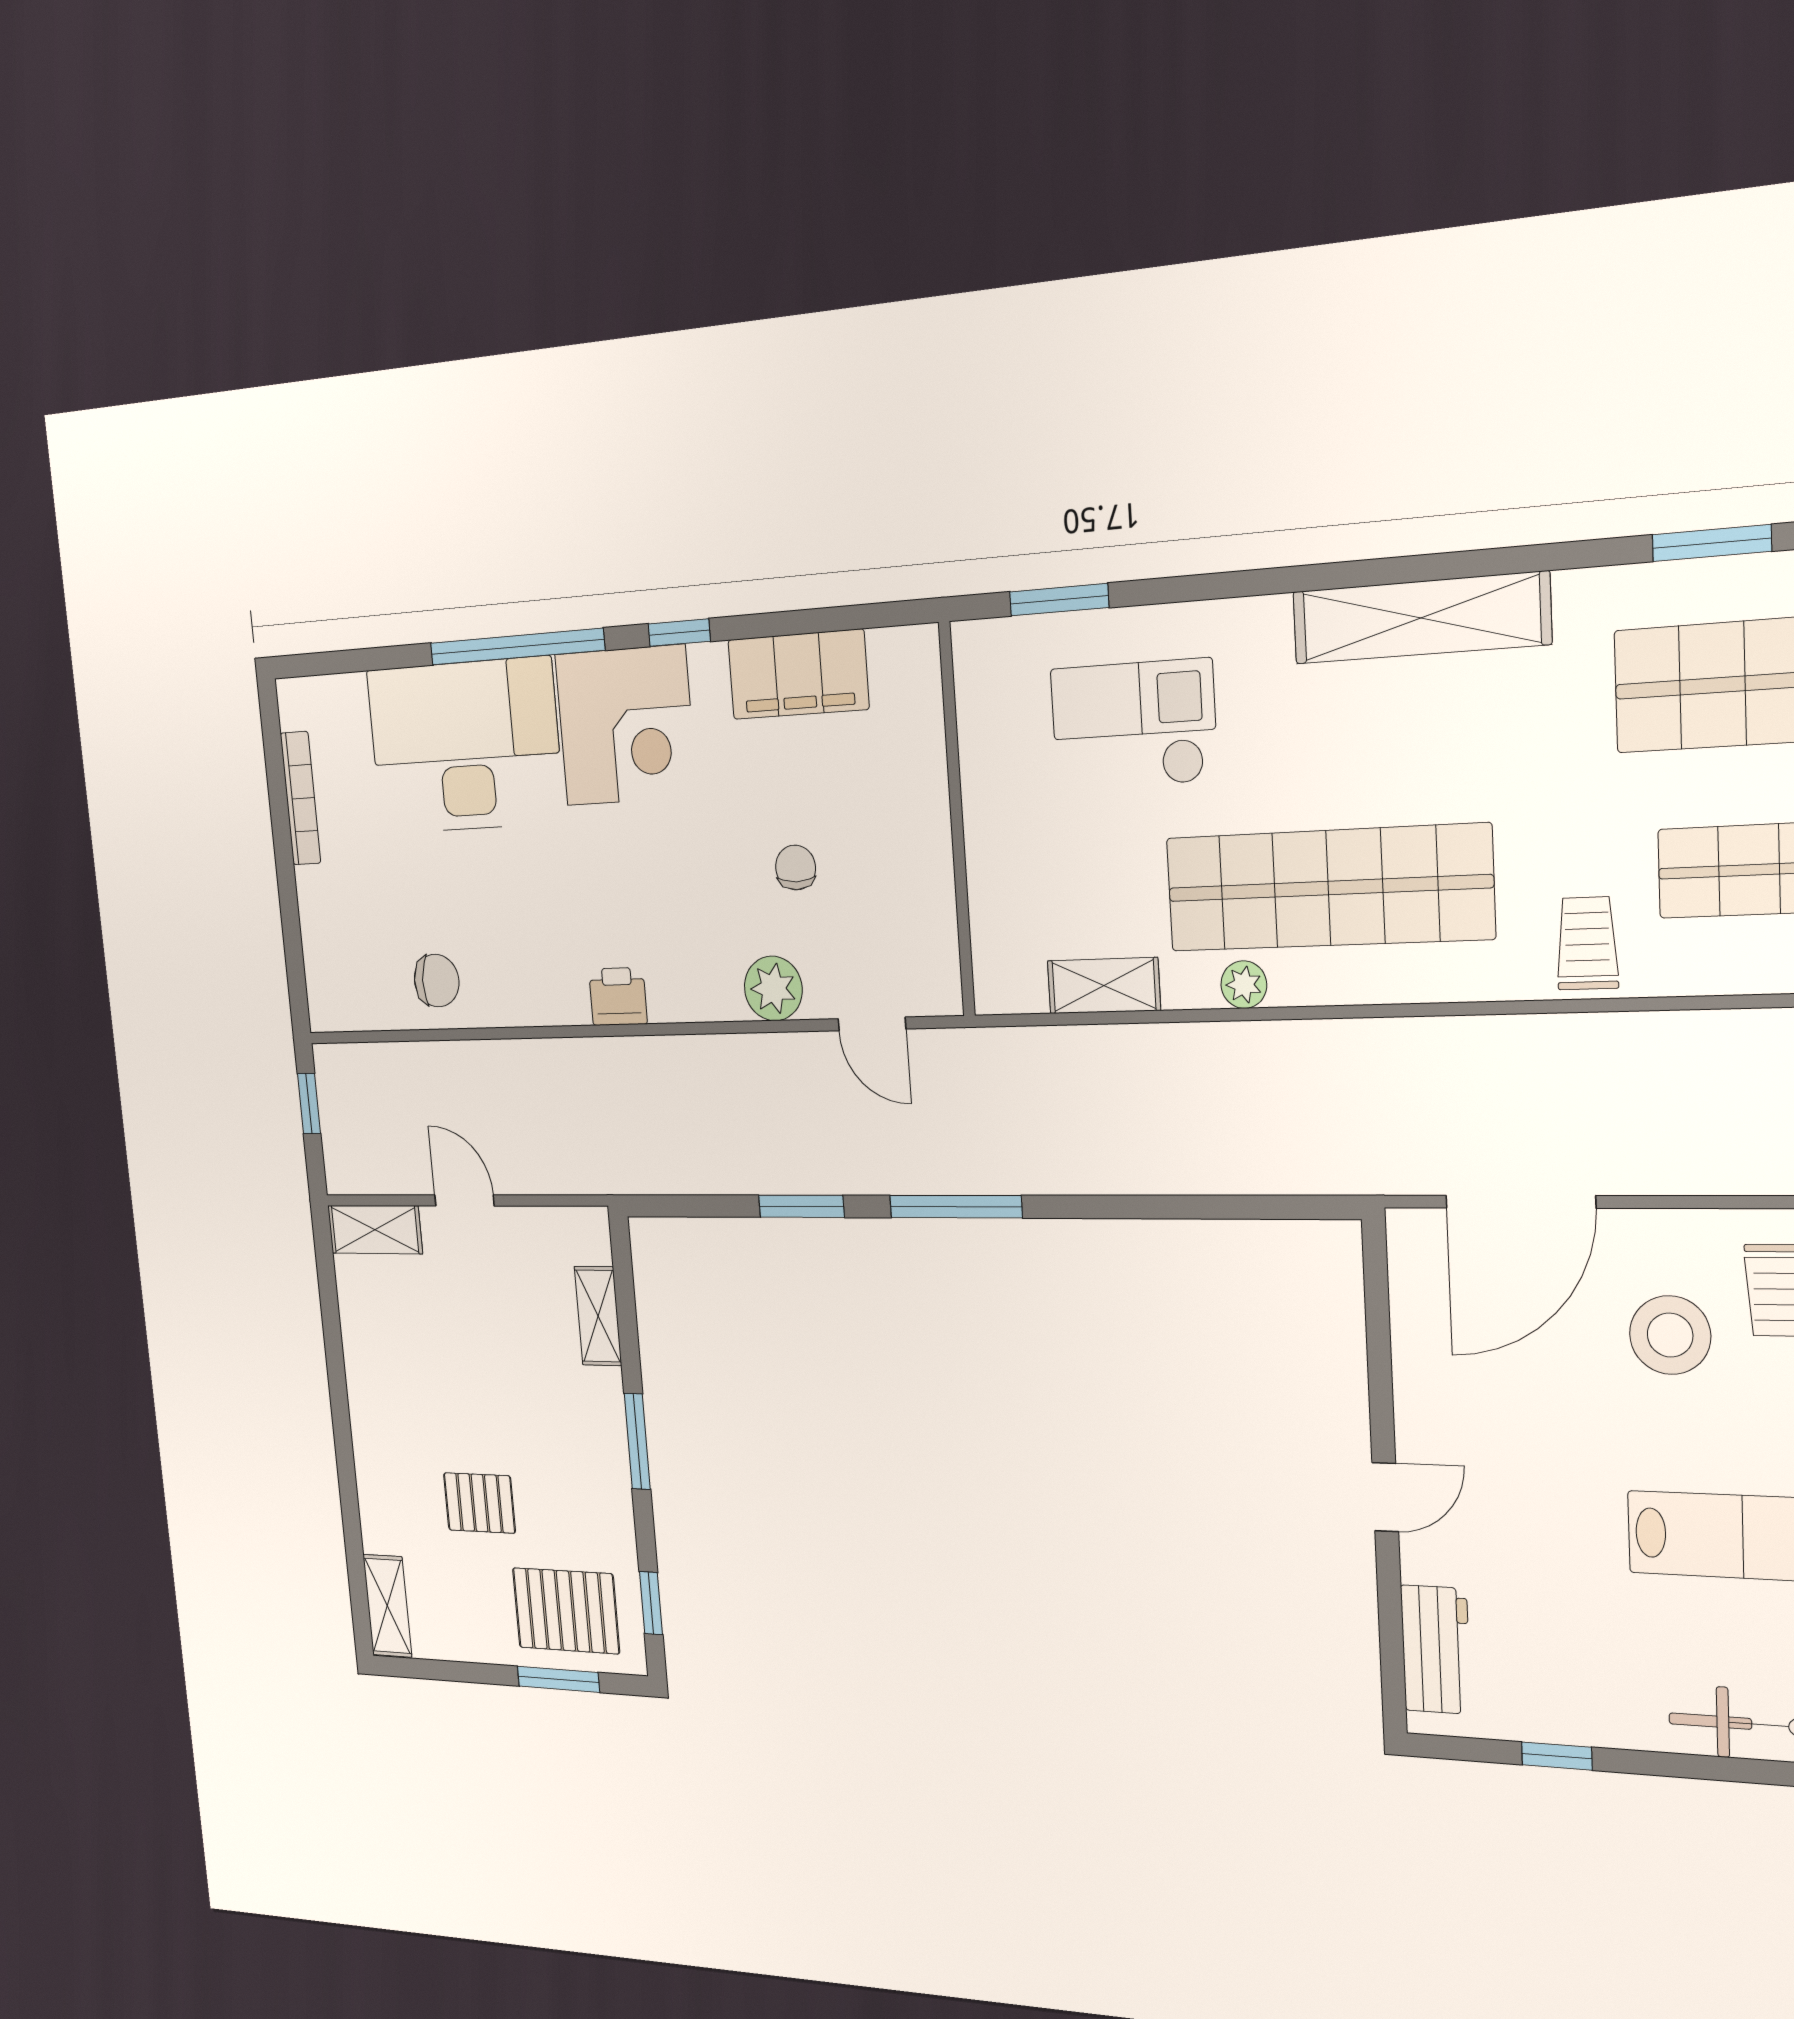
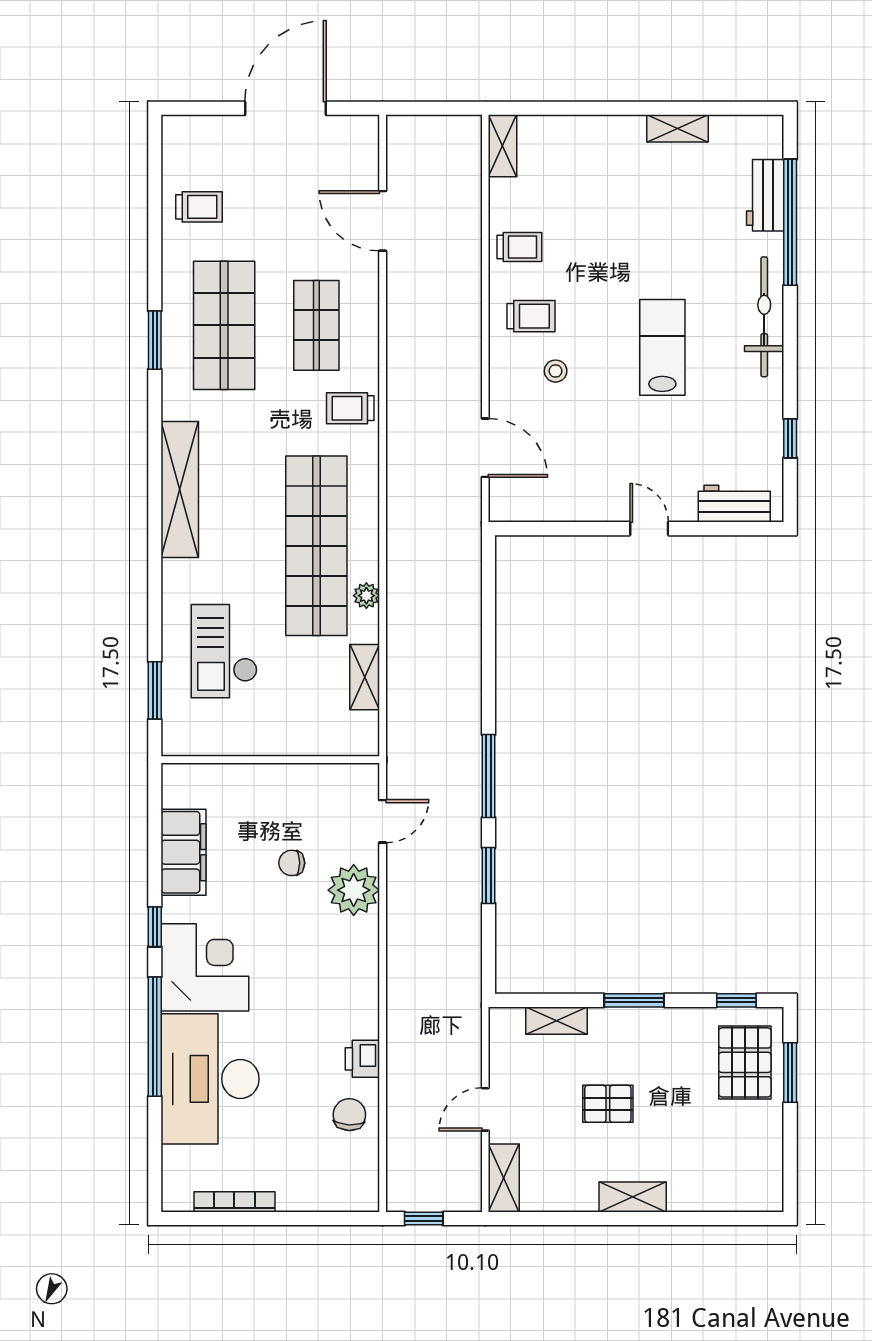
plant: (773, 988) -> (354, 890), width x1.36, depth x1.36
printer: (618, 996) -> (362, 1059), moved
door: (1520, 1202) -> (485, 448), width x0.73
stool: (1670, 1335) -> (556, 371), width x0.53, depth x0.53
pallet: (479, 1503) -> (608, 1104), moved, turned 90
shelving: (387, 1606) -> (633, 1197), moved

